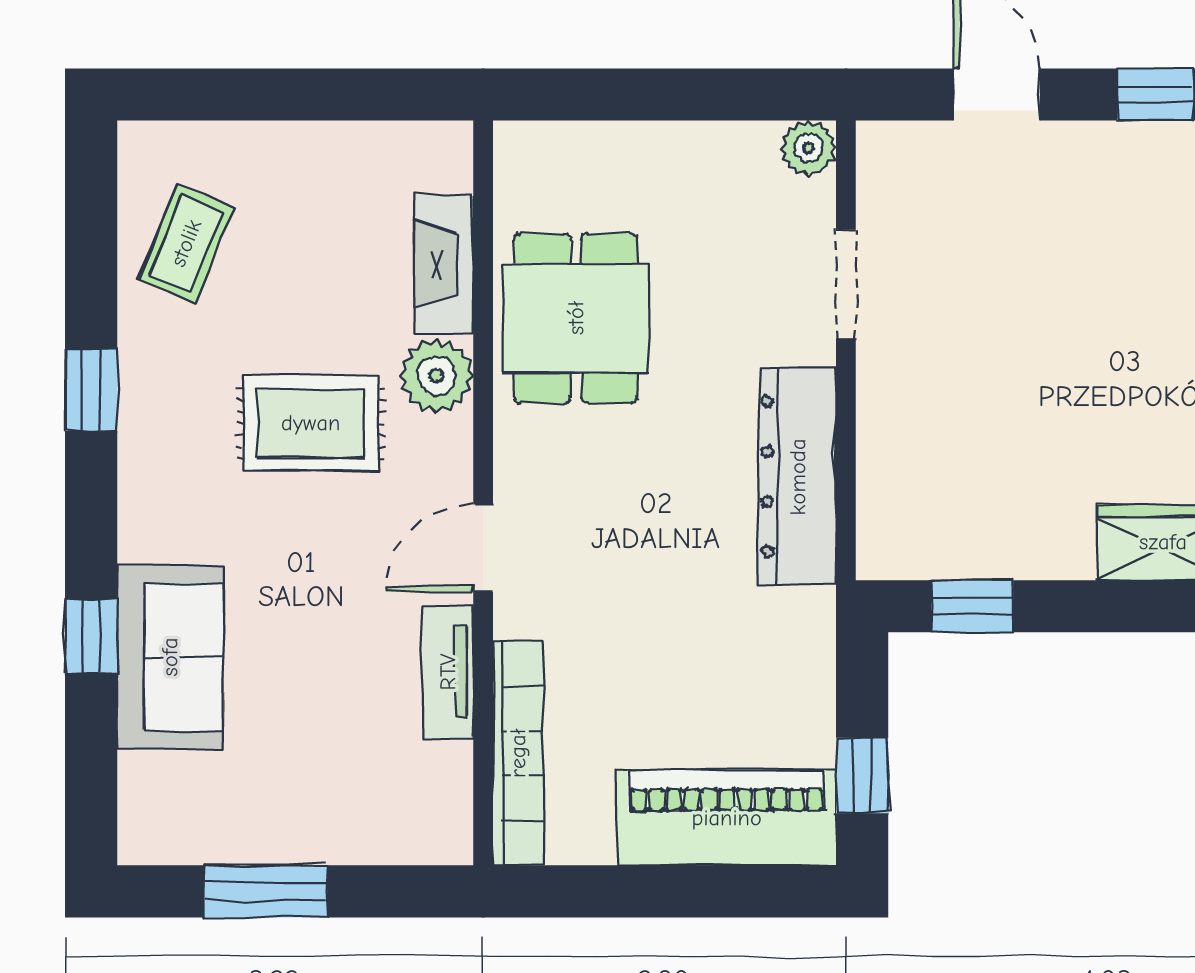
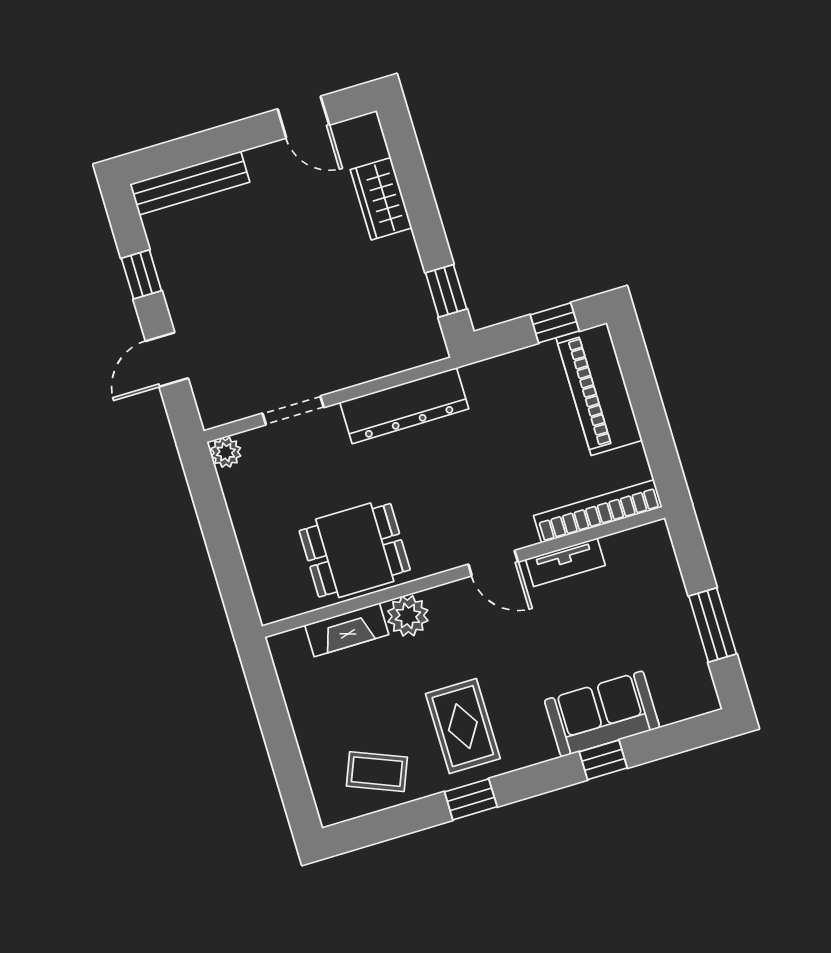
rug: (311, 423) -> (463, 726), moved

